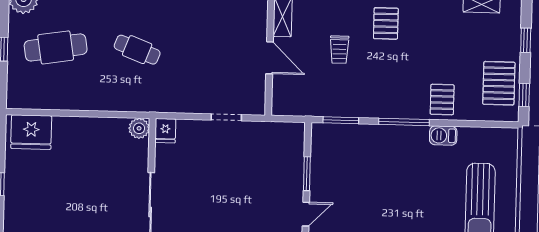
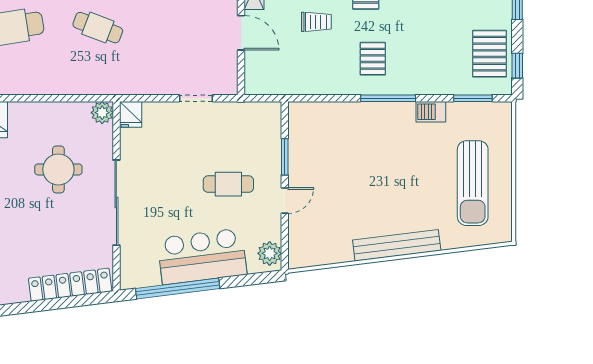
trolley: (339, 50) -> (316, 22), turned -90
pallet: (442, 100) -> (373, 59), moved
window: (341, 120) -> (473, 98), moved
round table: (97, 180) -> (58, 169), added
cafe table: (254, 198) -> (228, 184), added

